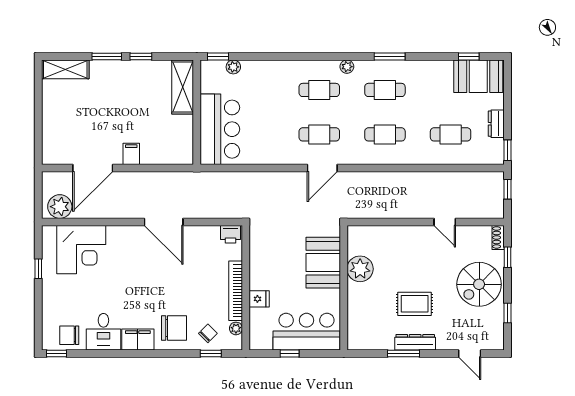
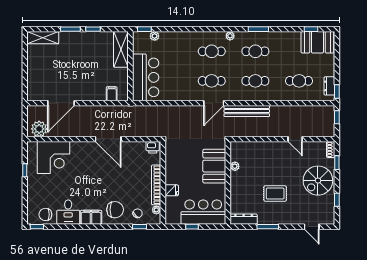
dresser: (496, 124) -> (329, 86), moved
filing cabinet: (131, 154) -> (112, 94), moved
bench: (372, 180) -> (247, 111), added
plant: (360, 269) -> (235, 166), width x0.53, depth x0.53
dresser: (415, 342) -> (244, 219), moved

